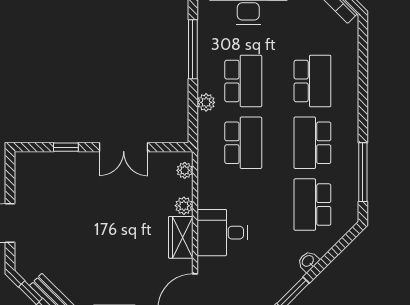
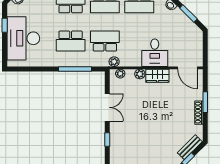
window: (193, 49) -> (75, 69), moved
school desk: (243, 81) -> (71, 41), turned 180
plant: (206, 102) -> (114, 62), moved

